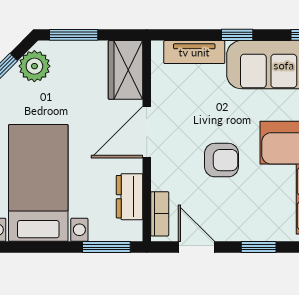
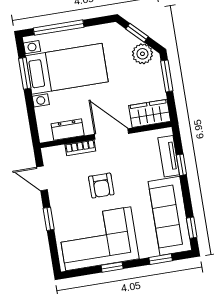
window: (237, 35) -> (181, 165), moved
bookcase: (160, 214) -> (80, 148), moved
window: (106, 247) -> (25, 73), moved
door: (196, 247) -> (42, 178), swing flipped

